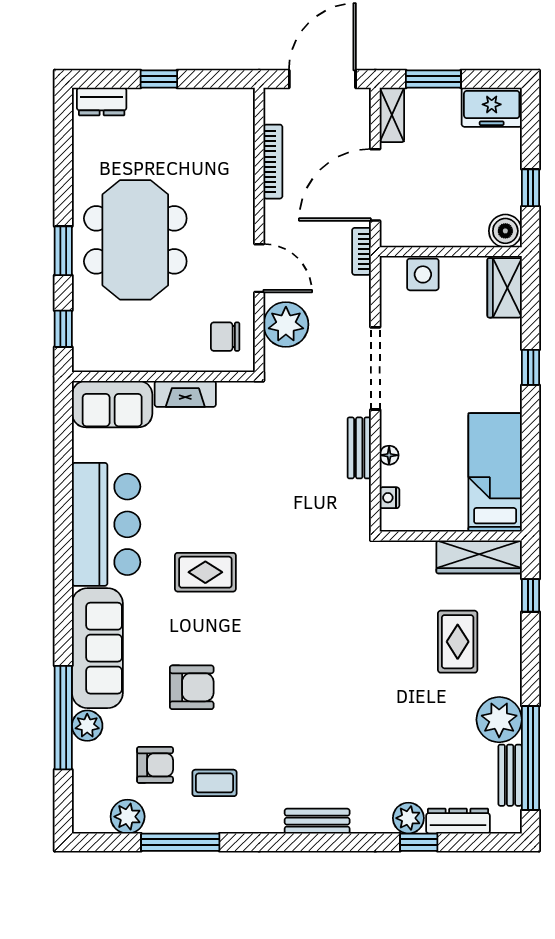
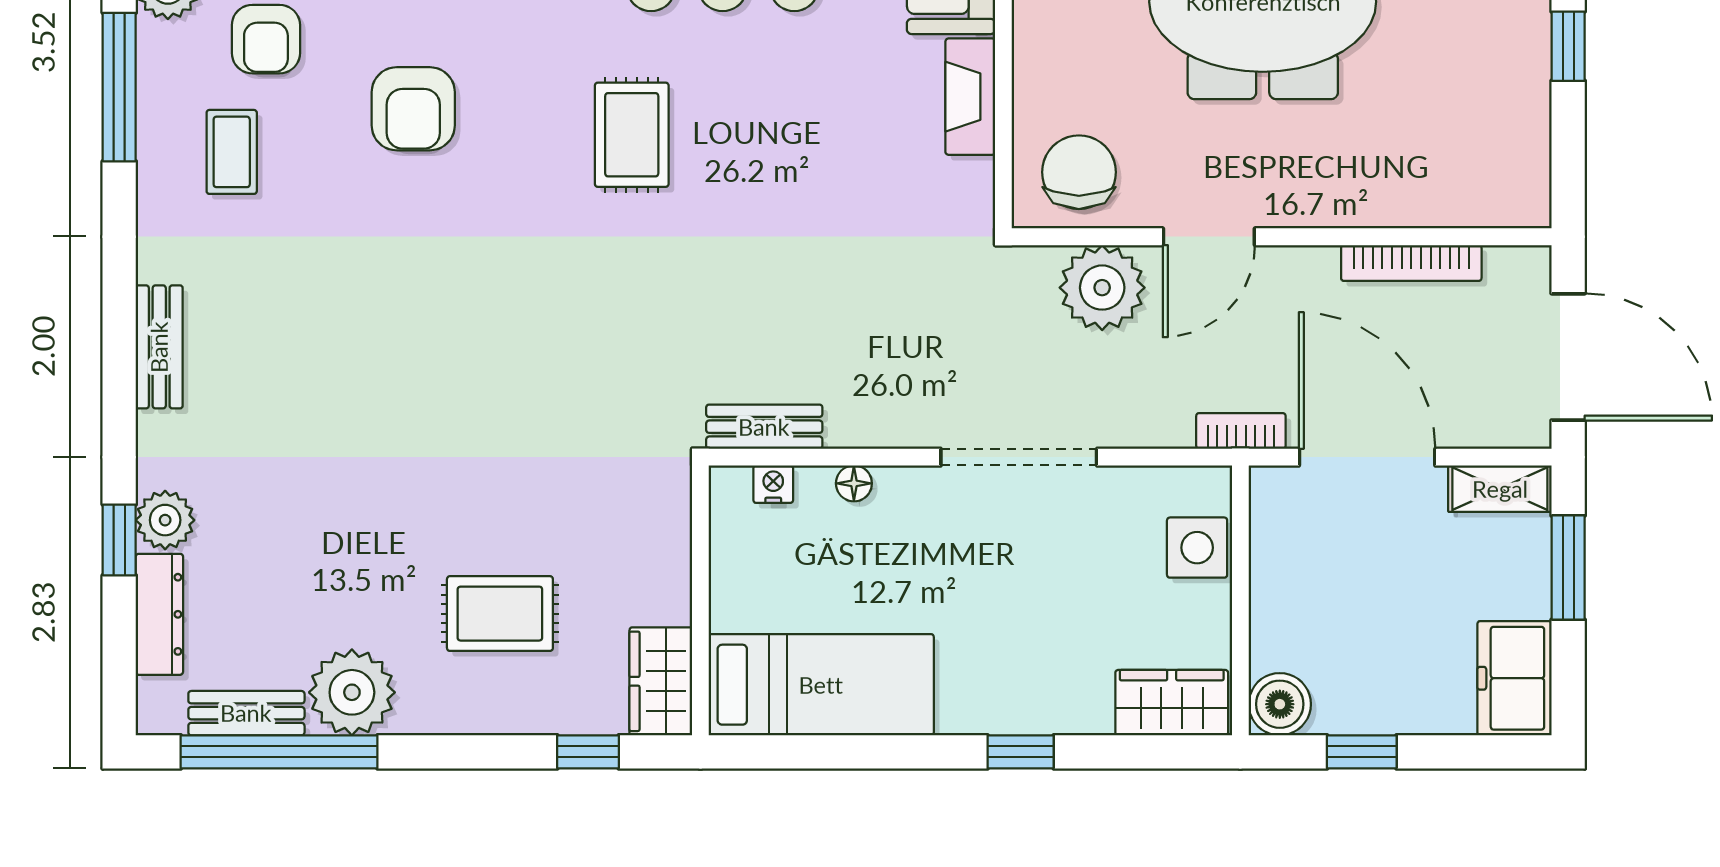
chair: (225, 337) -> (1079, 172), width x1.37, depth x1.37
bench: (359, 448) -> (764, 427), moved
wardrobe: (479, 557) -> (661, 681), width x0.67

